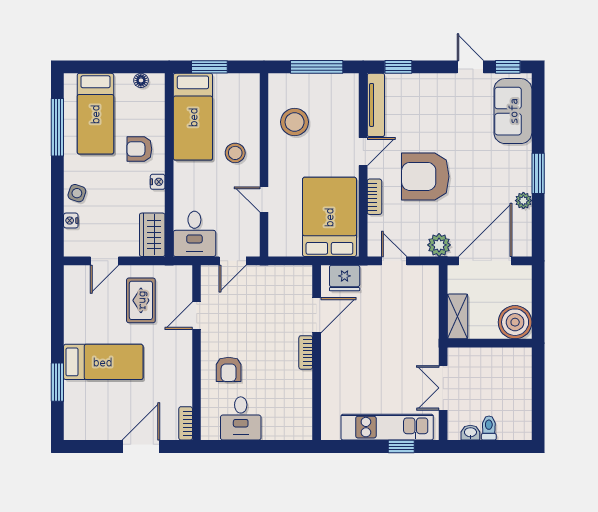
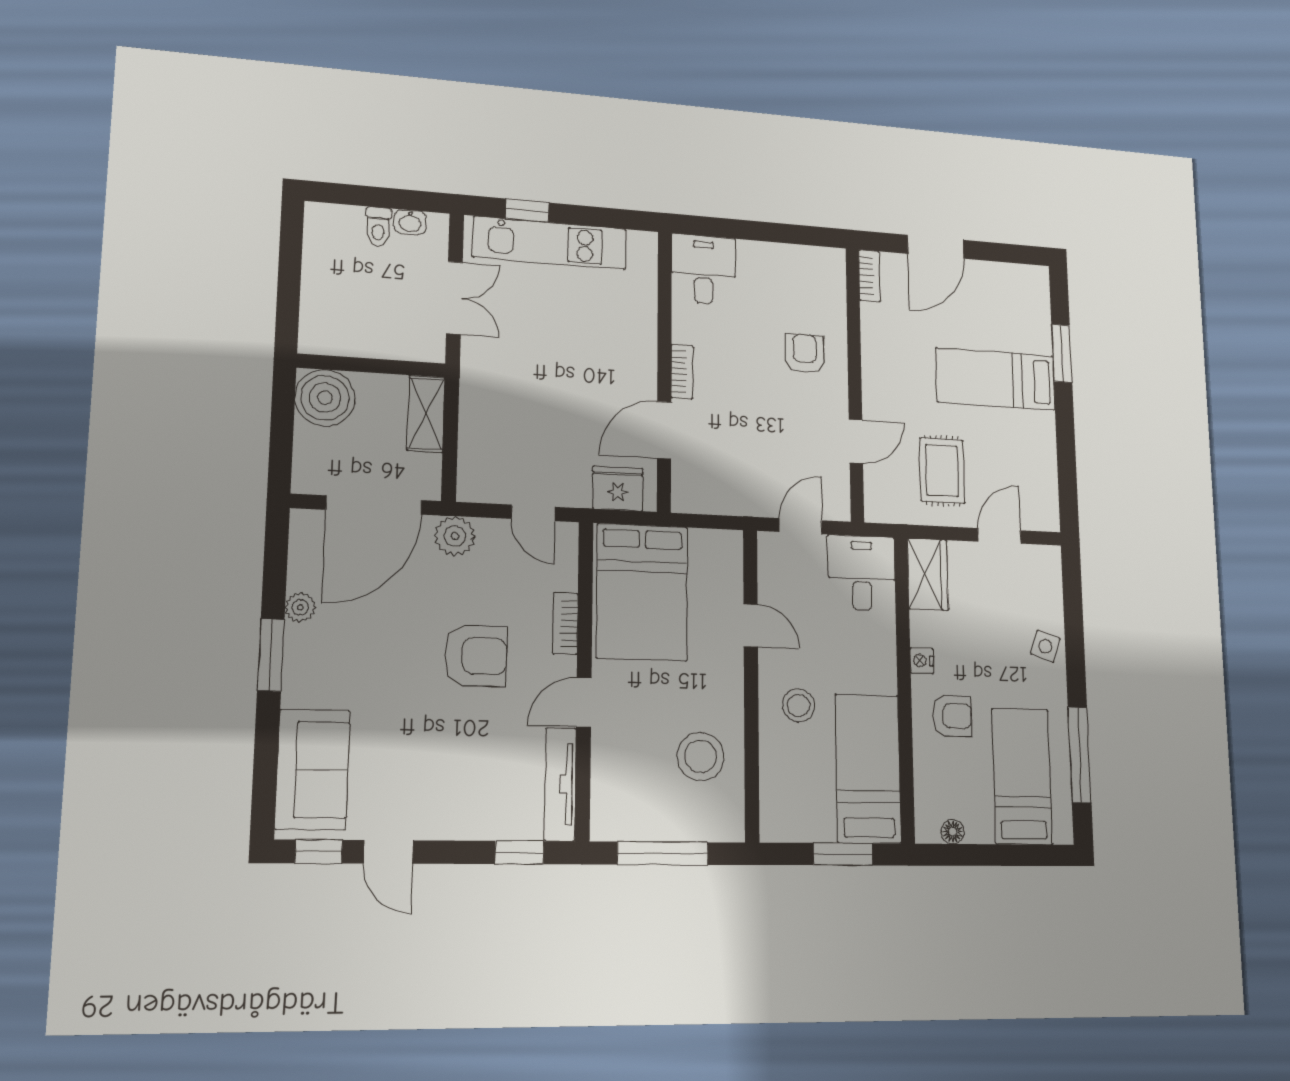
armchair: (425, 176) -> (476, 656), width x0.73, depth x0.73
nightstand: (71, 221) -> (1053, 603), removed
desk: (241, 418) -> (704, 269), moved

